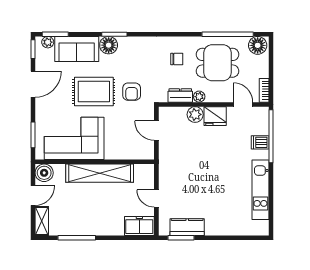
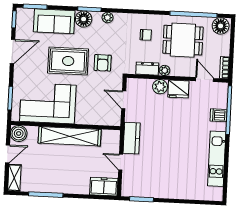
plant: (48, 42) -> (108, 18), moved
kitchen counter: (187, 227) -> (132, 138), moved, turned 90

